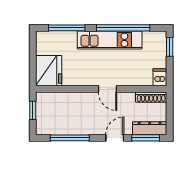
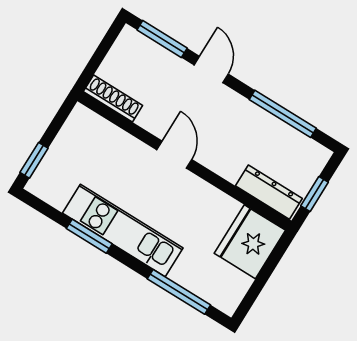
window: (123, 28) -> (89, 236), width x0.47
dishwasher: (160, 77) -> (79, 122), removed
dresser: (150, 128) -> (269, 192), moved, turned 180
door: (115, 138) -> (211, 69), swing flipped

